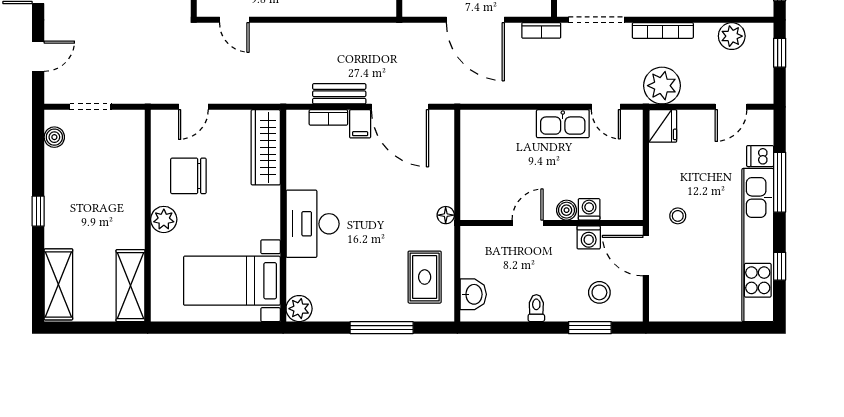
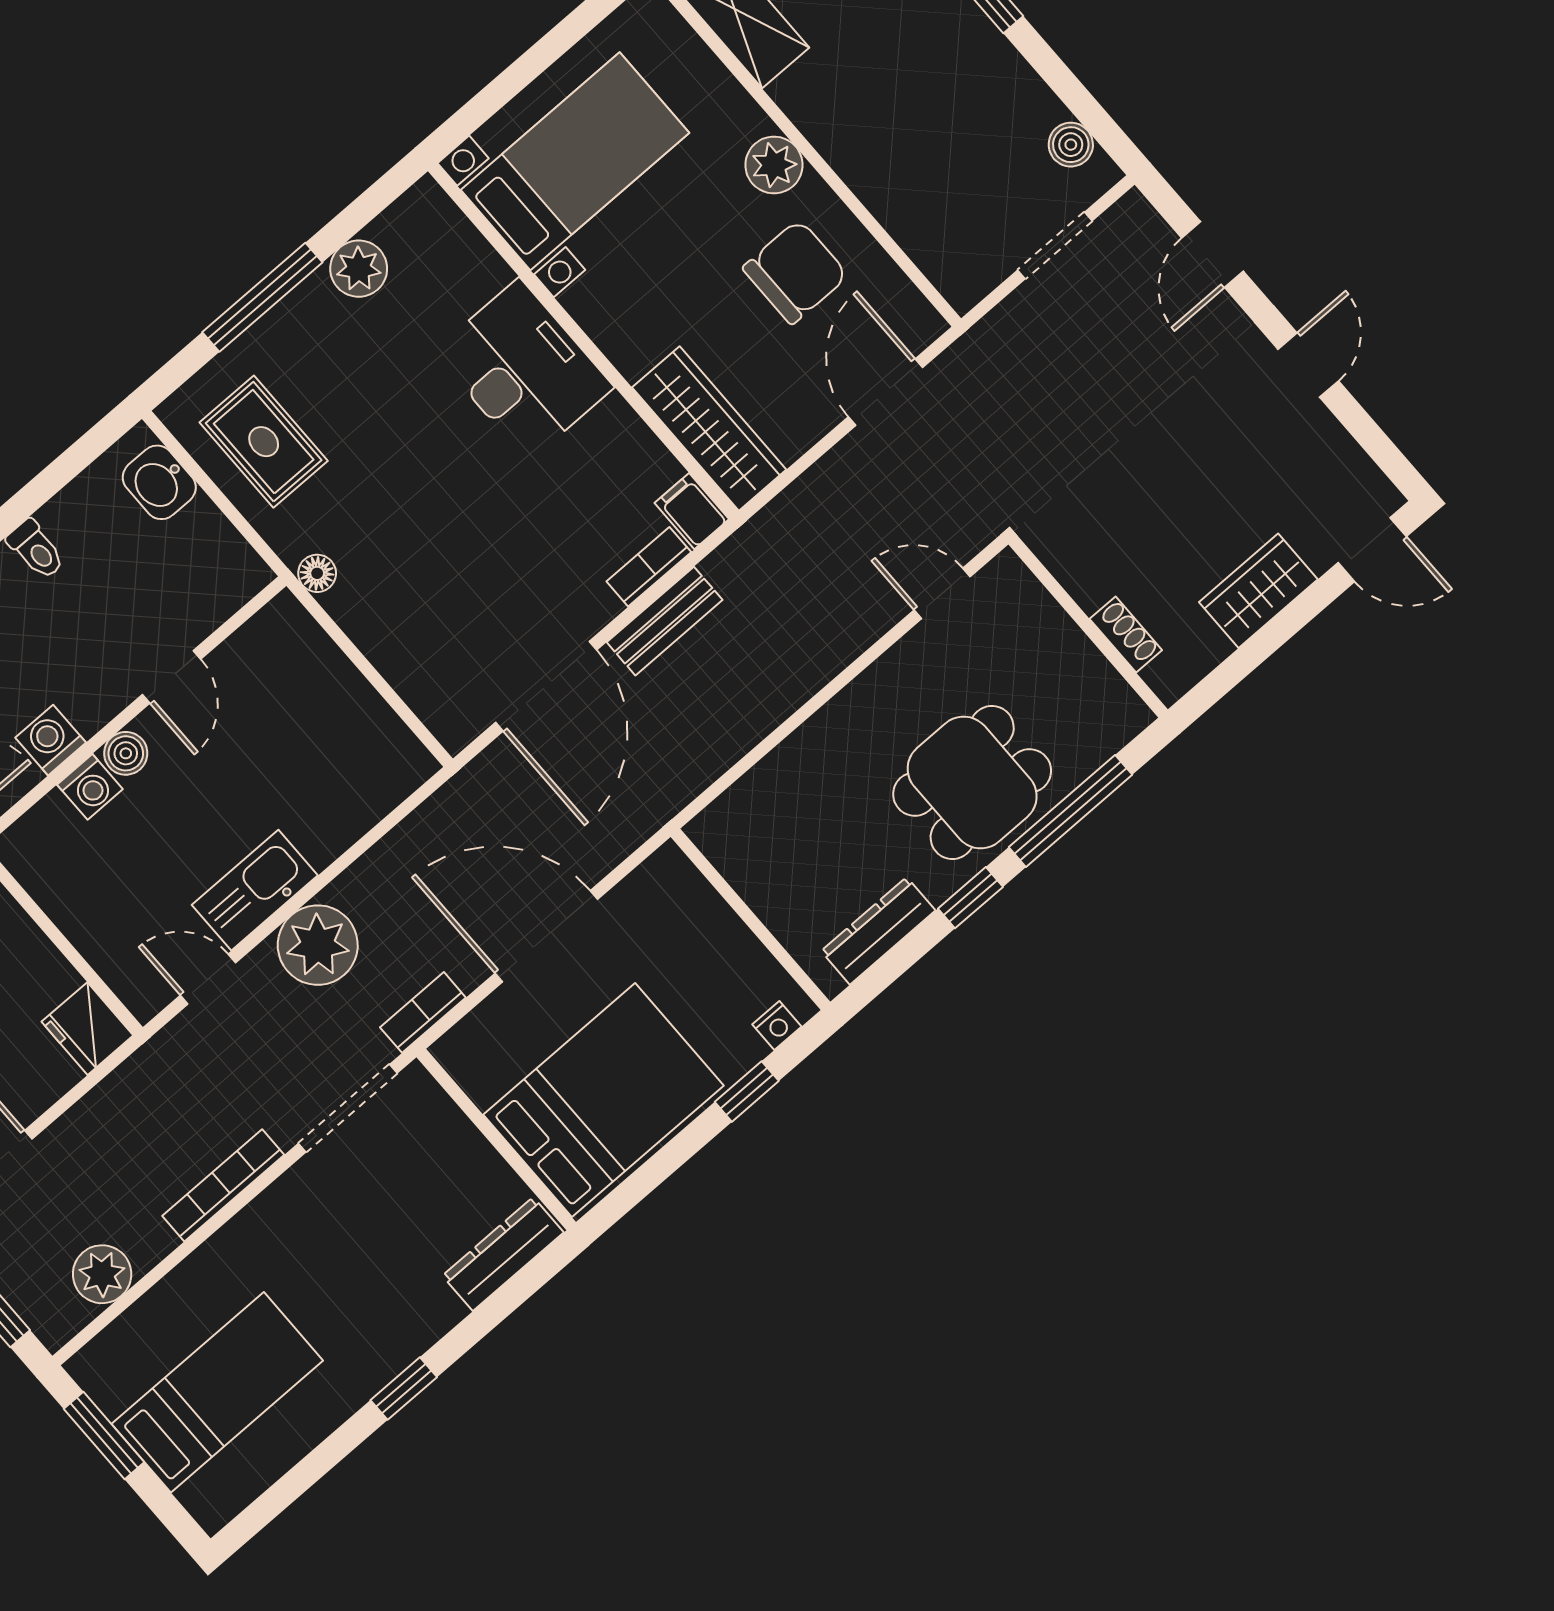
plant: (662, 86) -> (318, 945), moved
door: (193, 107) -> (886, 392), width x1.38
door: (400, 107) -> (546, 686), swing flipped
filing cabinet: (360, 124) -> (692, 511), moved
plant: (299, 309) -> (359, 269), moved

